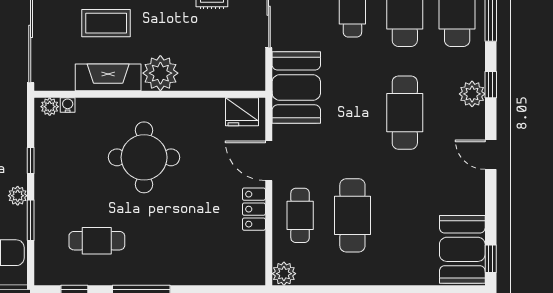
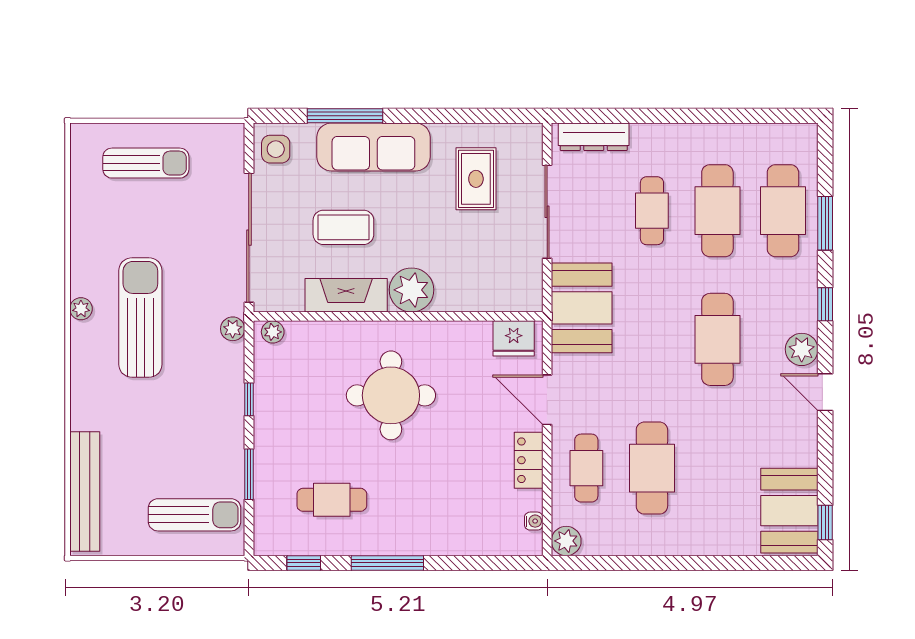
plant: (472, 94) -> (802, 349), moved
water cooler: (68, 105) -> (534, 521), moved, turned 90
plant: (18, 196) -> (233, 329), moved

